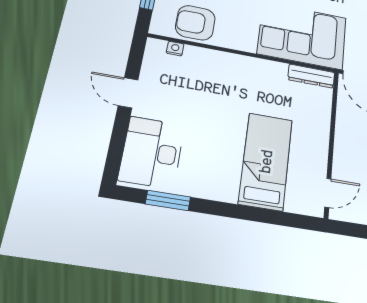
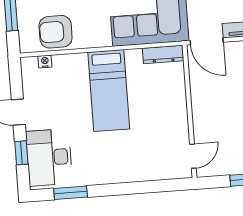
window: (118, 139) -> (21, 153), added
bed: (266, 161) -> (109, 91), moved, turned 180

